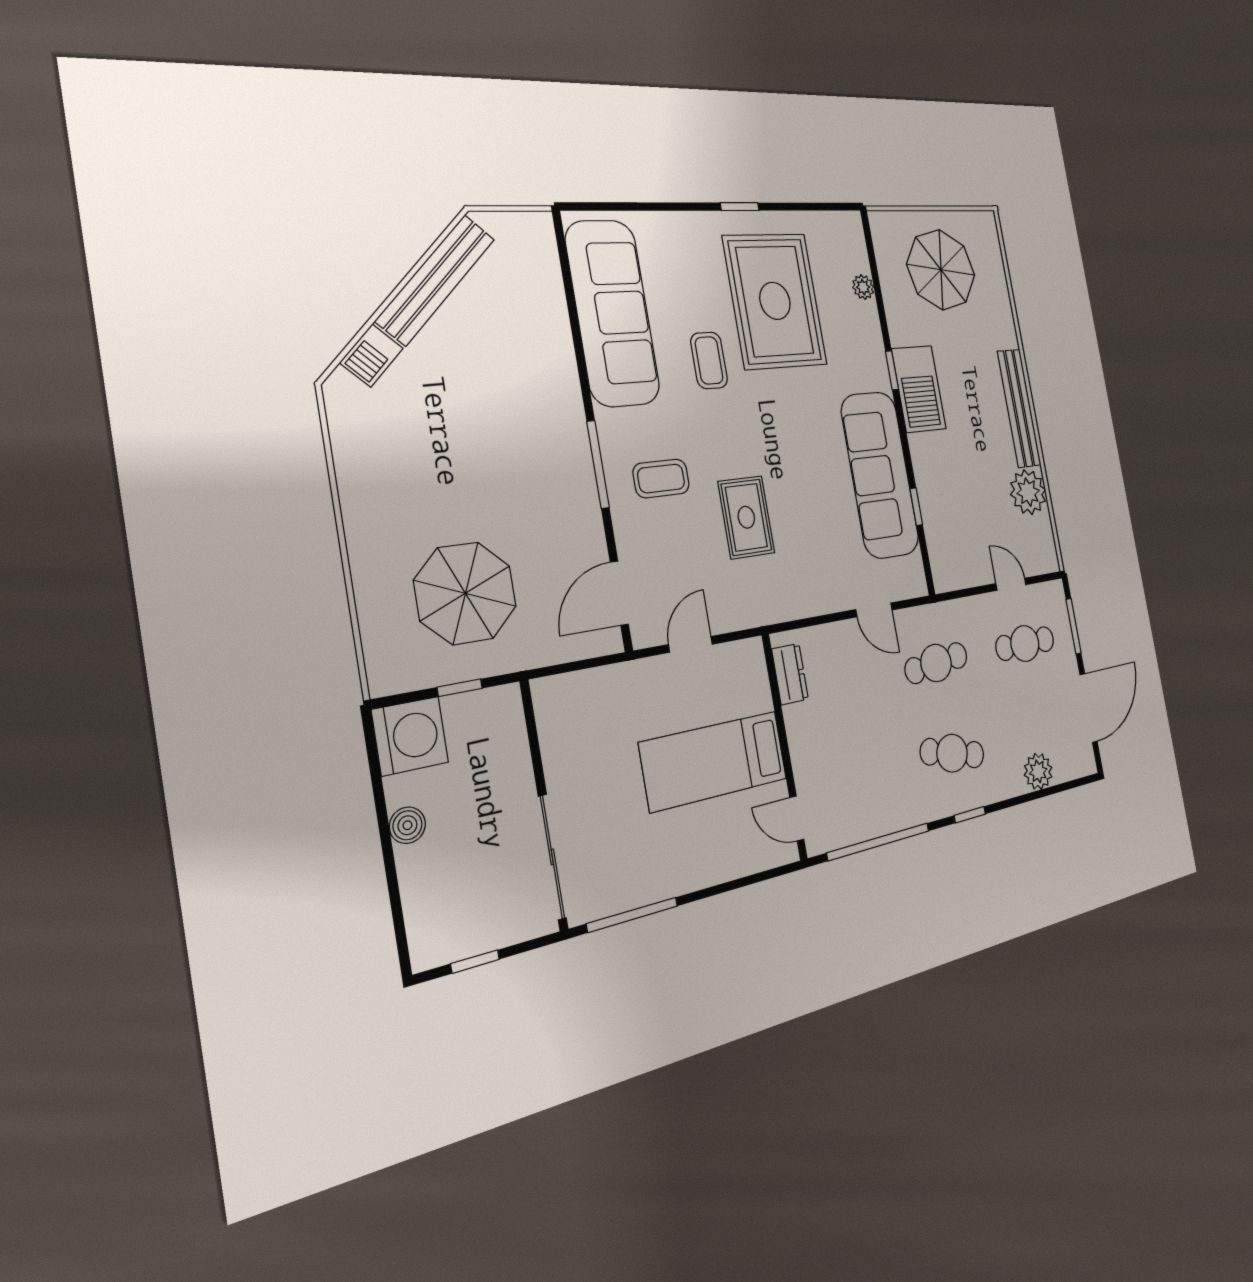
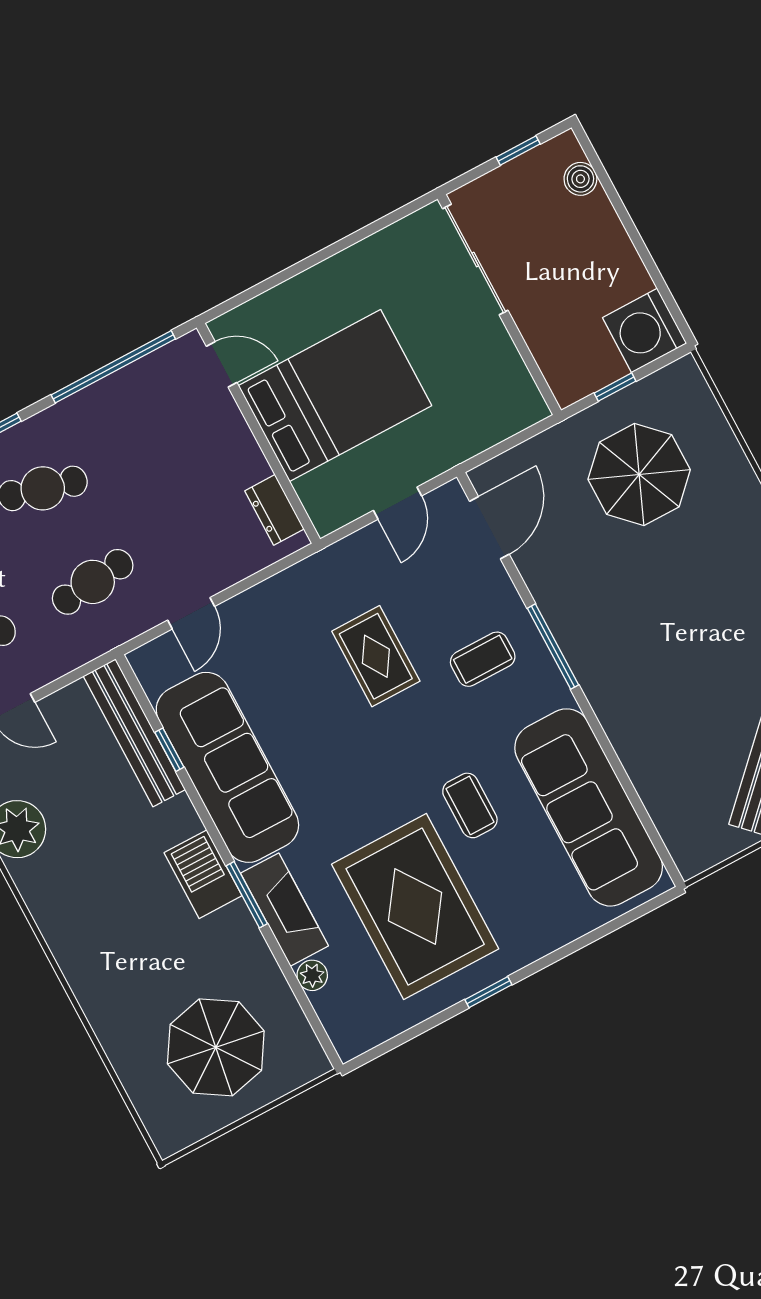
fireplace: (869, 346) -> (284, 910), added
window: (892, 370) -> (247, 895), width x1.50
barbecue: (919, 389) -> (203, 874), width x0.73, depth x0.83
bench: (1019, 408) -> (134, 733), moved
door: (874, 610) -> (191, 613), swing flipped
bed: (714, 761) -> (335, 396), width x1.50
boiler: (407, 825) -> (580, 179), moved
window: (633, 915) -> (376, 226), removed

